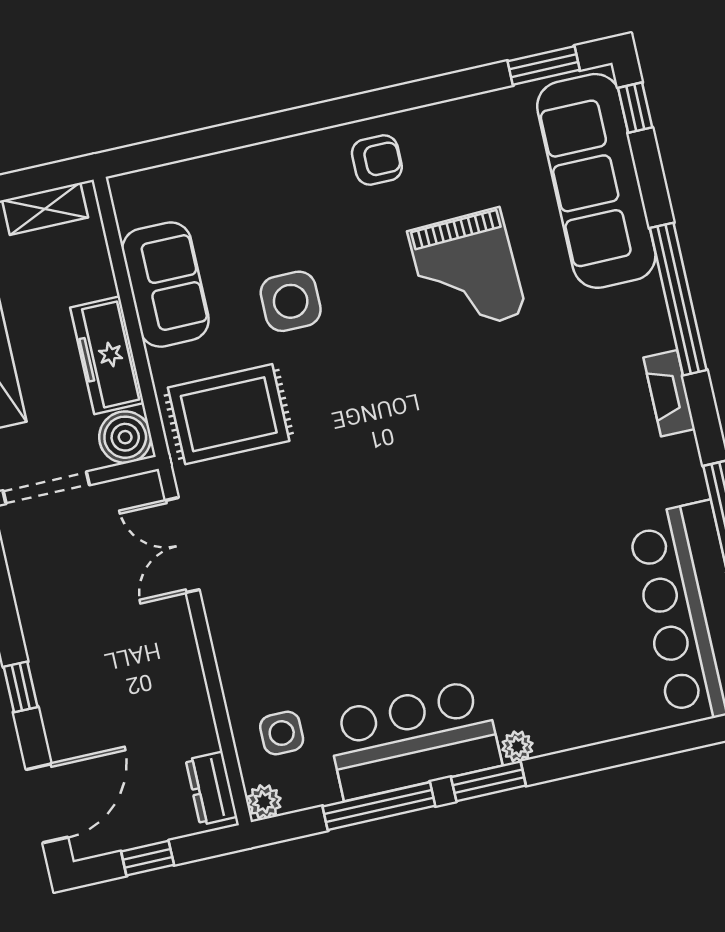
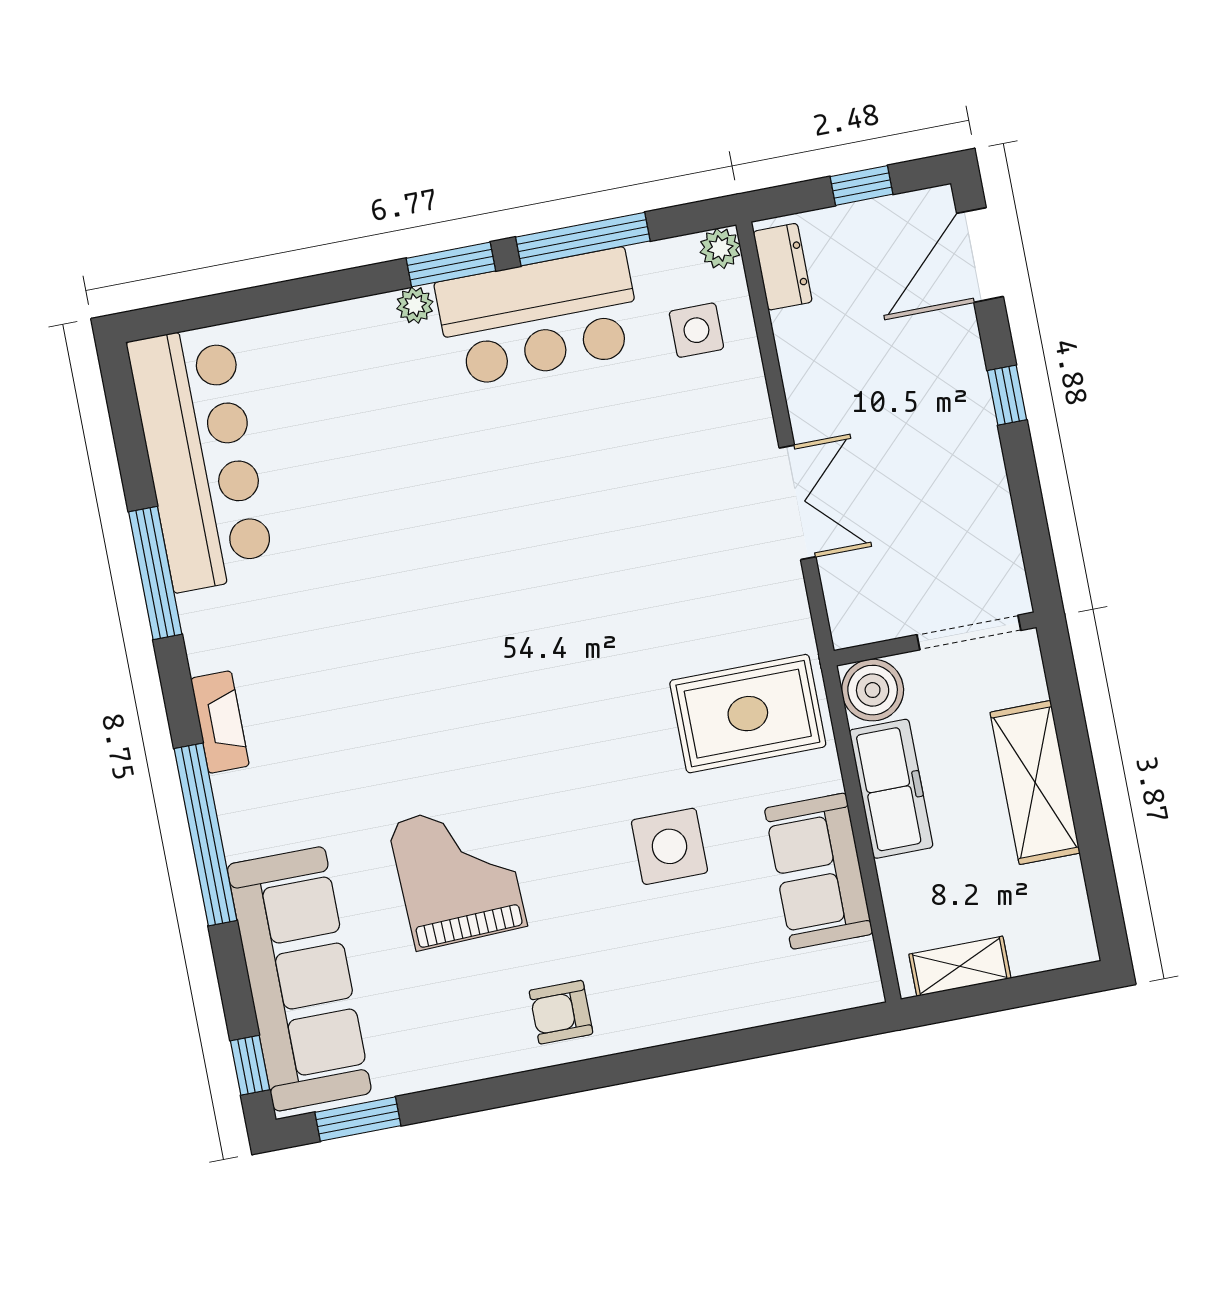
double door: (182, 545) -> (797, 502), moved

